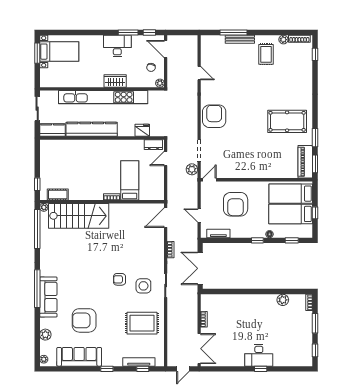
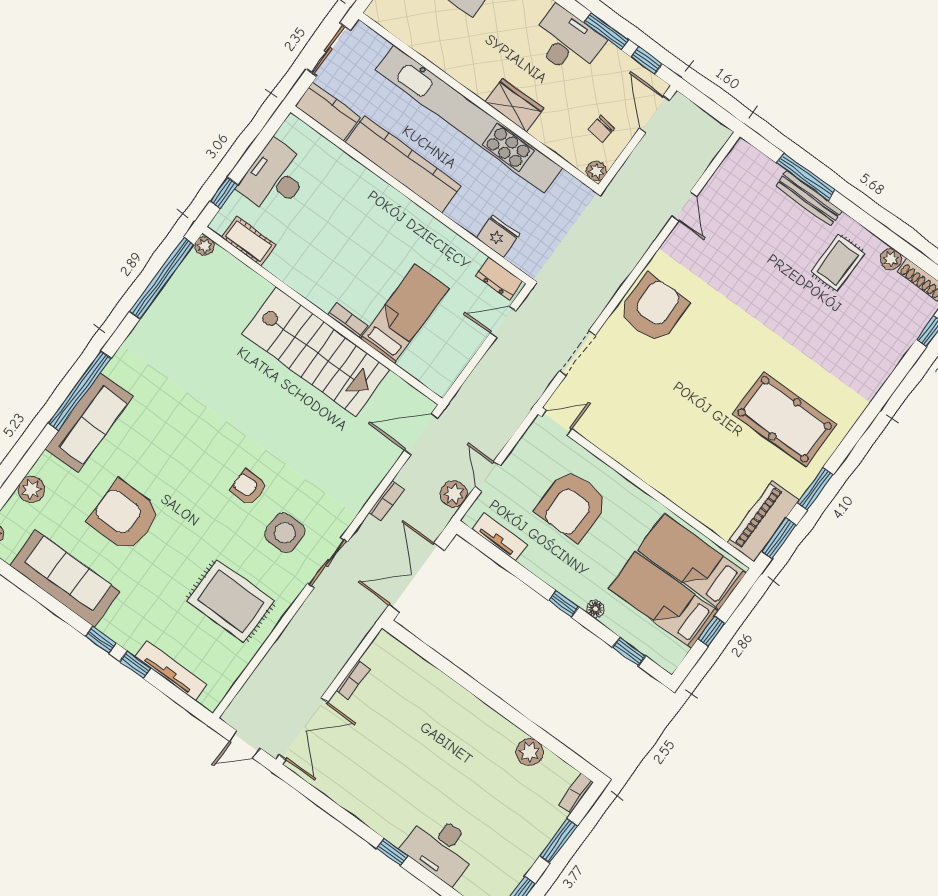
desk: (51, 166) -> (275, 178), added
plant: (192, 169) -> (454, 494), moved
stairs: (79, 216) -> (316, 352), moved
desk: (259, 355) -> (441, 848), moved
window: (143, 369) -> (135, 665), moved

